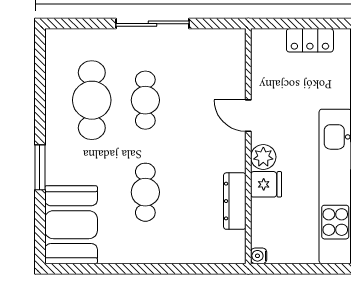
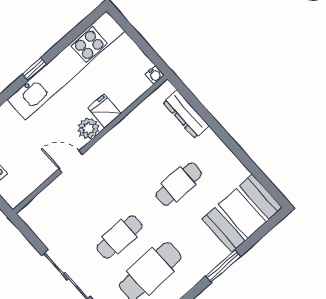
door: (248, 116) -> (70, 162), swing flipped
dresser: (235, 201) -> (186, 114), moved, turned 90

